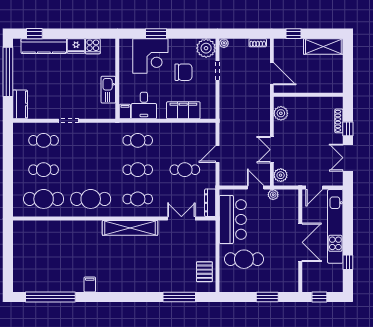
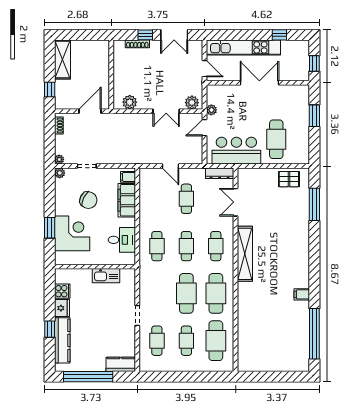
window: (34, 34) -> (50, 329), moved
plant: (206, 48) -> (60, 173), width x0.53, depth x0.53
chair: (183, 72) -> (88, 200), turned 117
filing cabinet: (125, 112) -> (128, 177), moved
cafe table: (91, 170) -> (186, 293), added

